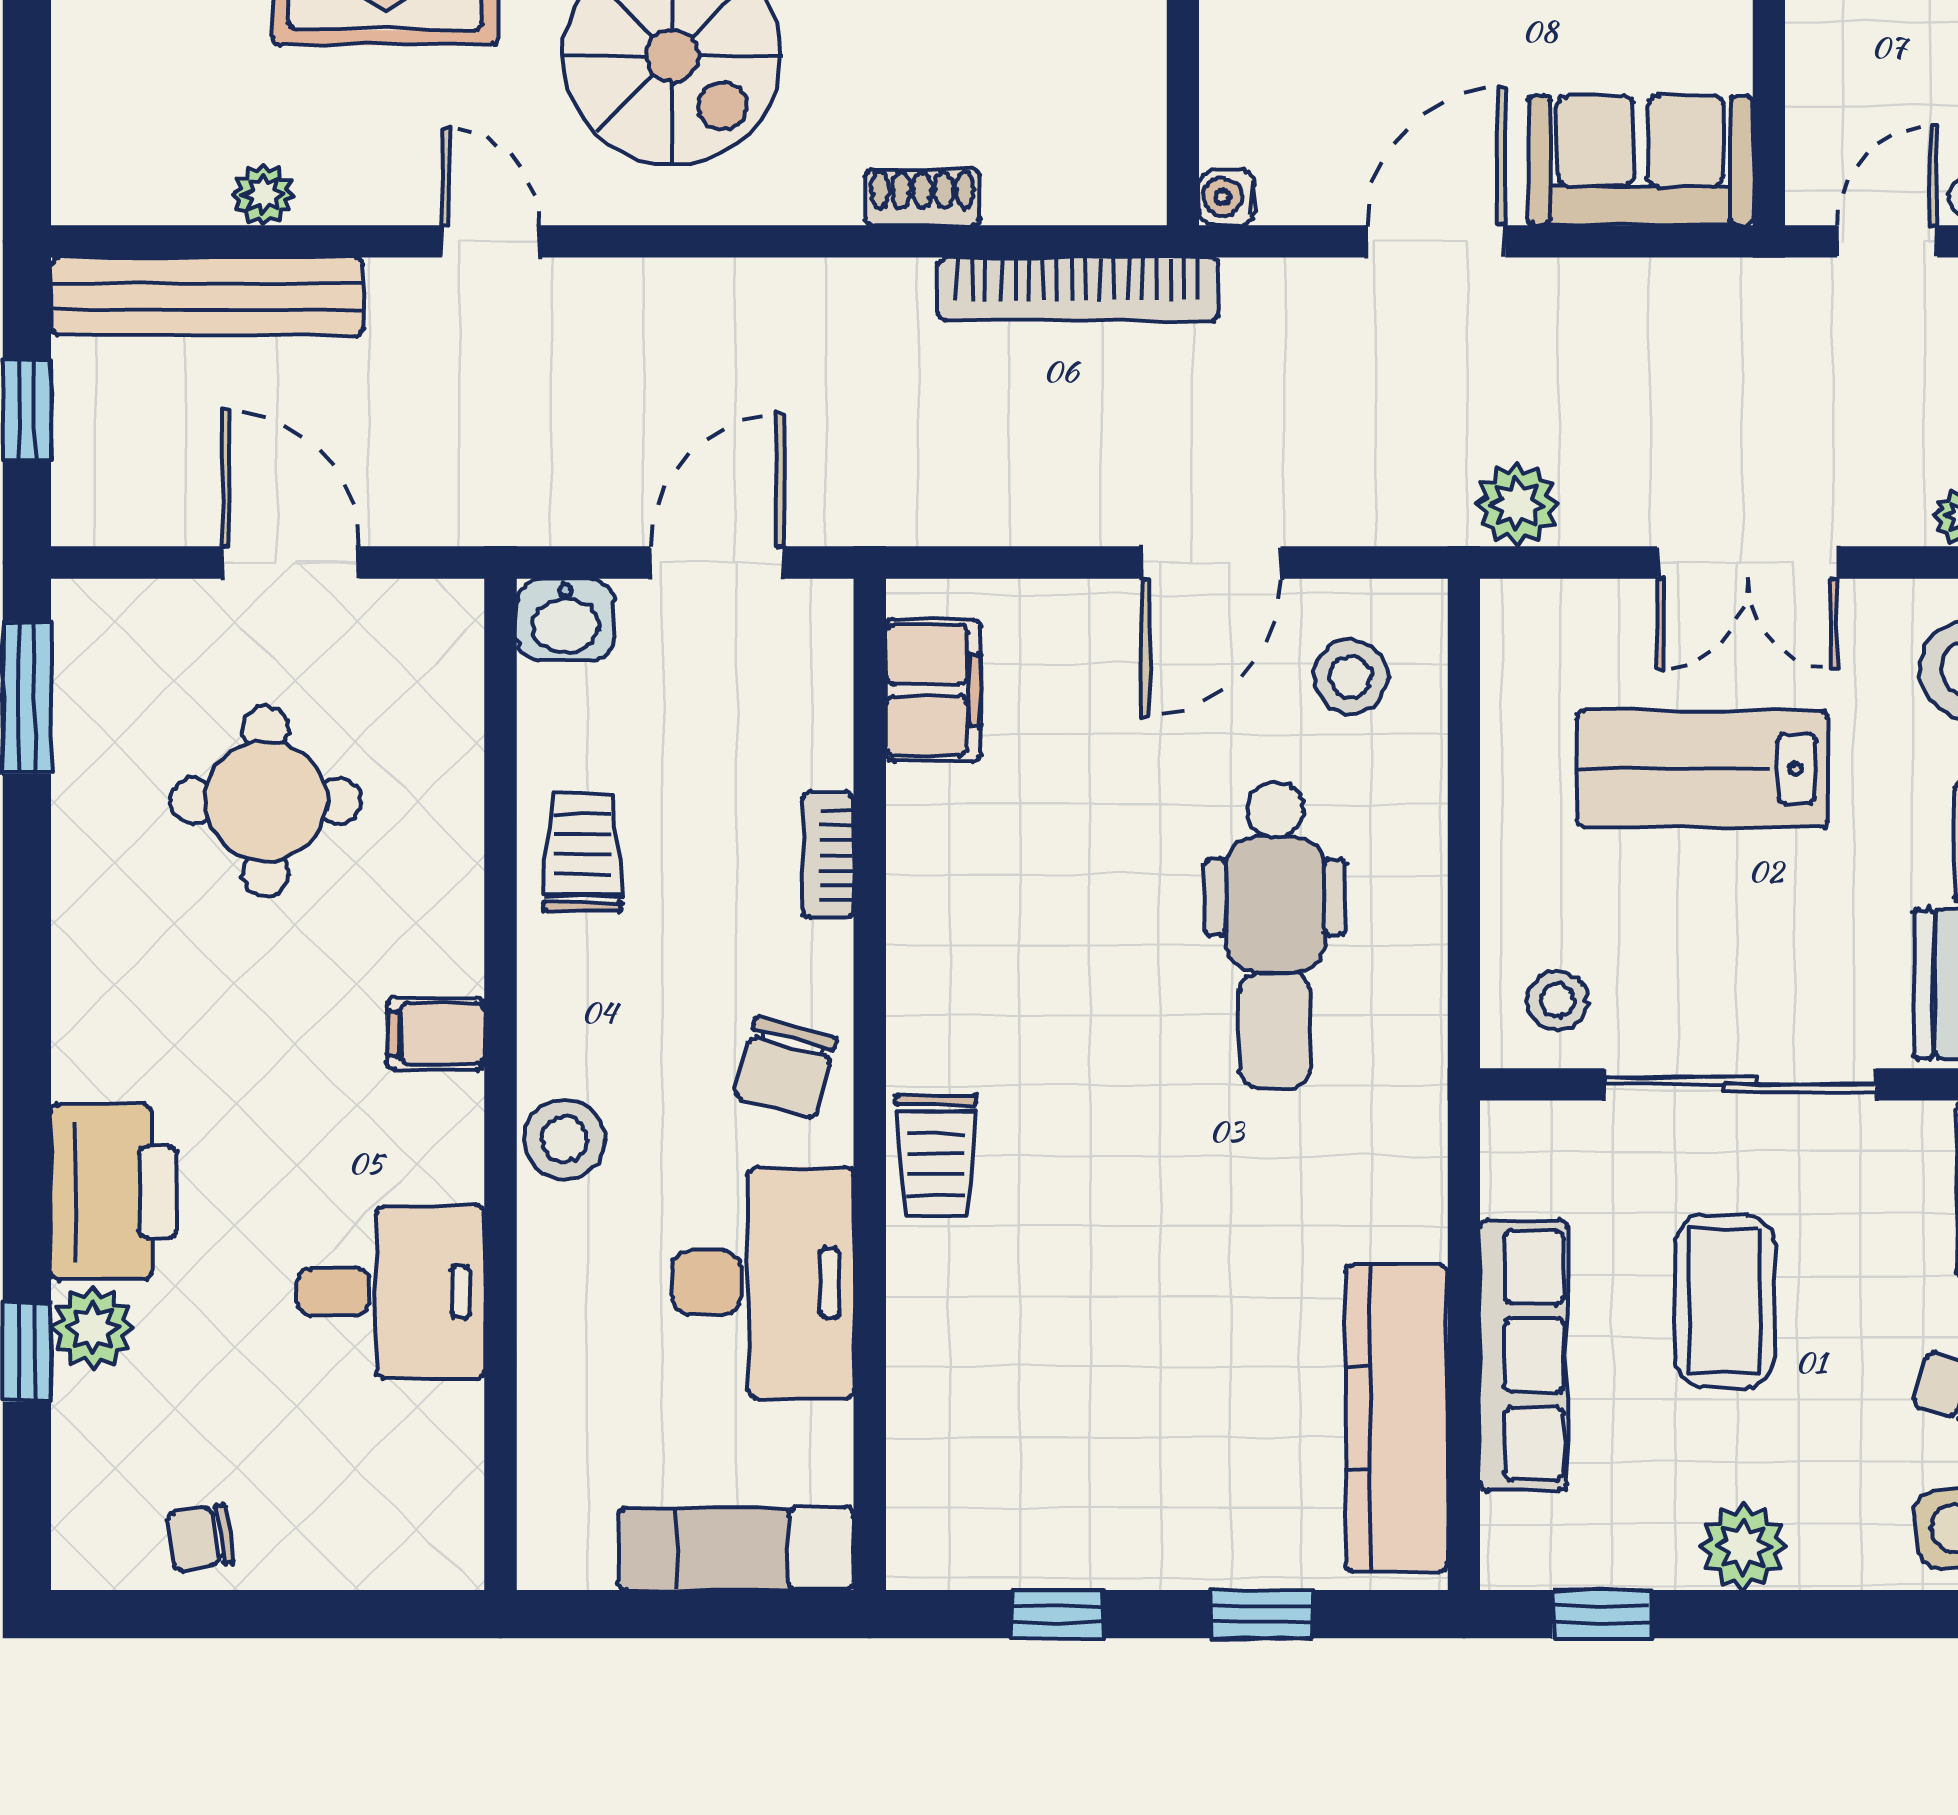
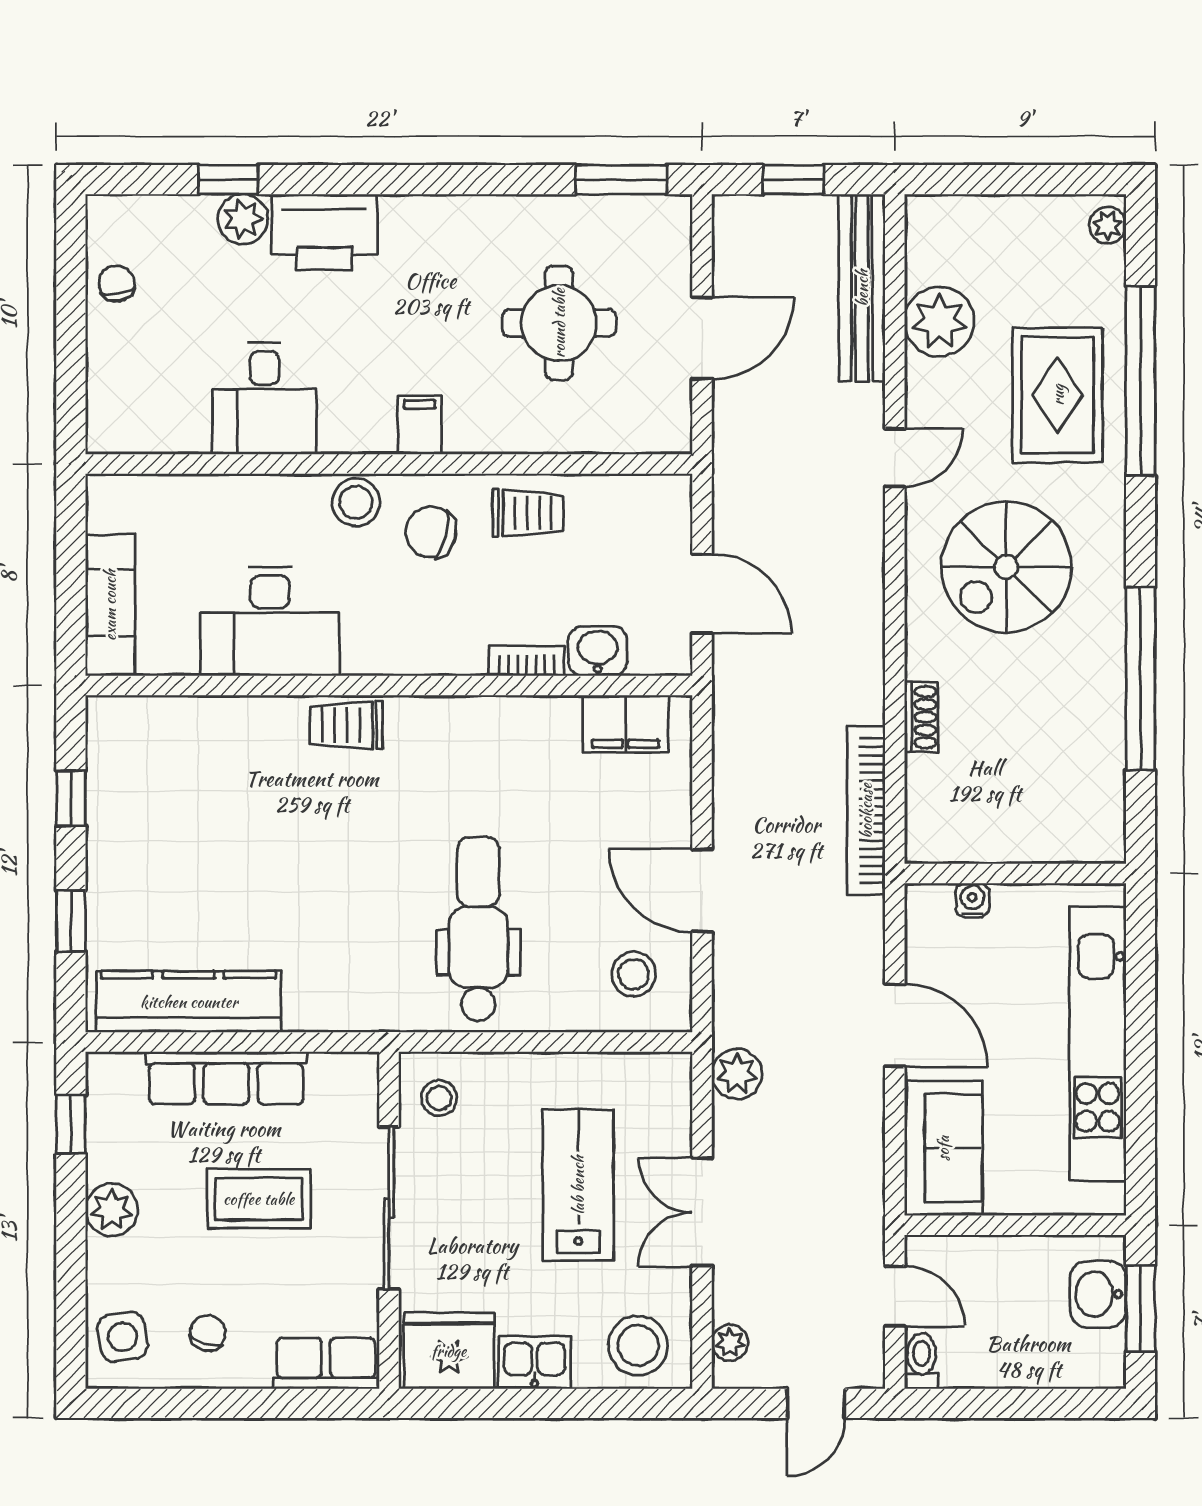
plant: (263, 194) -> (939, 322), width x1.88, depth x1.88
water cooler: (1227, 197) -> (972, 900), moved
washbasin: (565, 620) -> (598, 651), moved, turned 90
dental chair: (1275, 935) -> (478, 929), turned 90
chair: (786, 1067) -> (431, 532), moved

